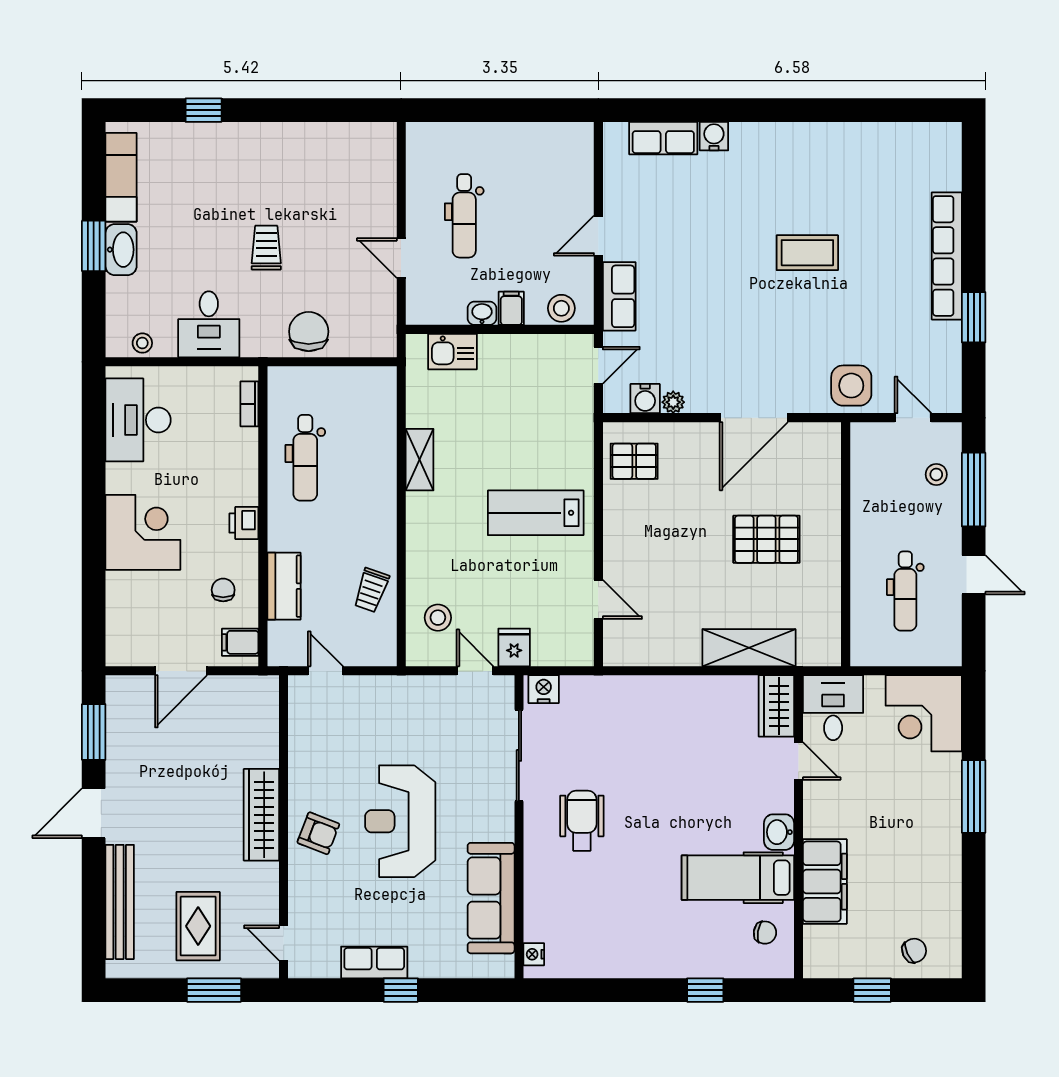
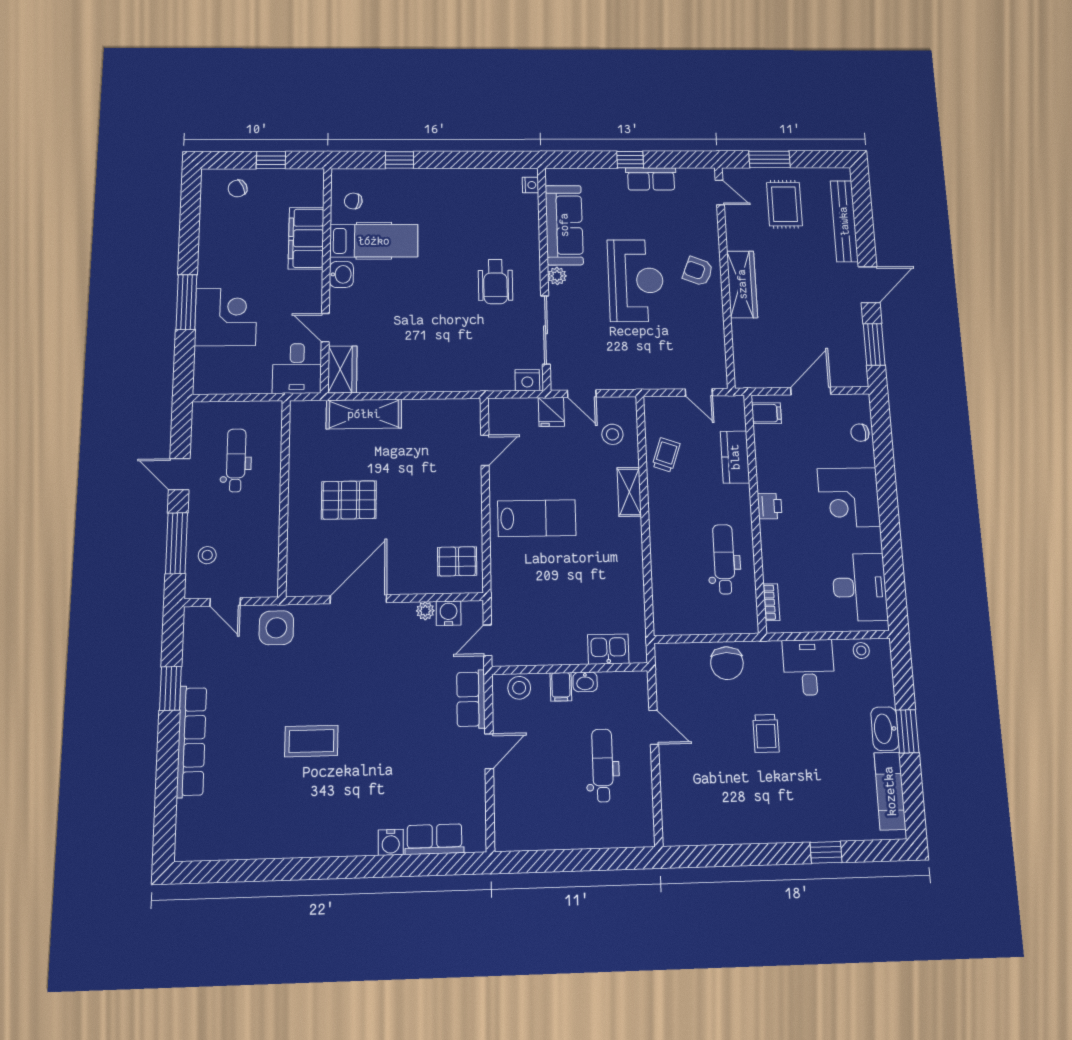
shelving: (420, 460) -> (629, 492), moved
chair: (223, 590) -> (860, 433), moved, turned 85
door: (598, 599) -> (485, 450), swing flipped
corner desk: (924, 713) -> (226, 317), moved
plant: (502, 828) -> (557, 276), added

